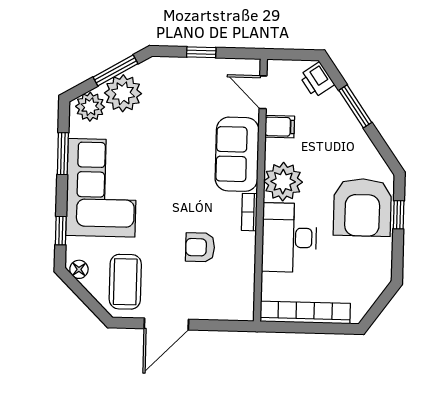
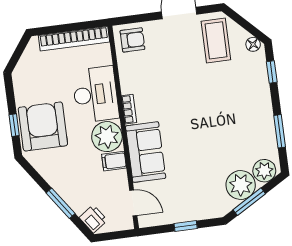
filing cabinet: (280, 127) -> (114, 161), moved
corner sofa: (102, 188) -> (246, 110), removed
armchair: (200, 247) -> (132, 40), moved

